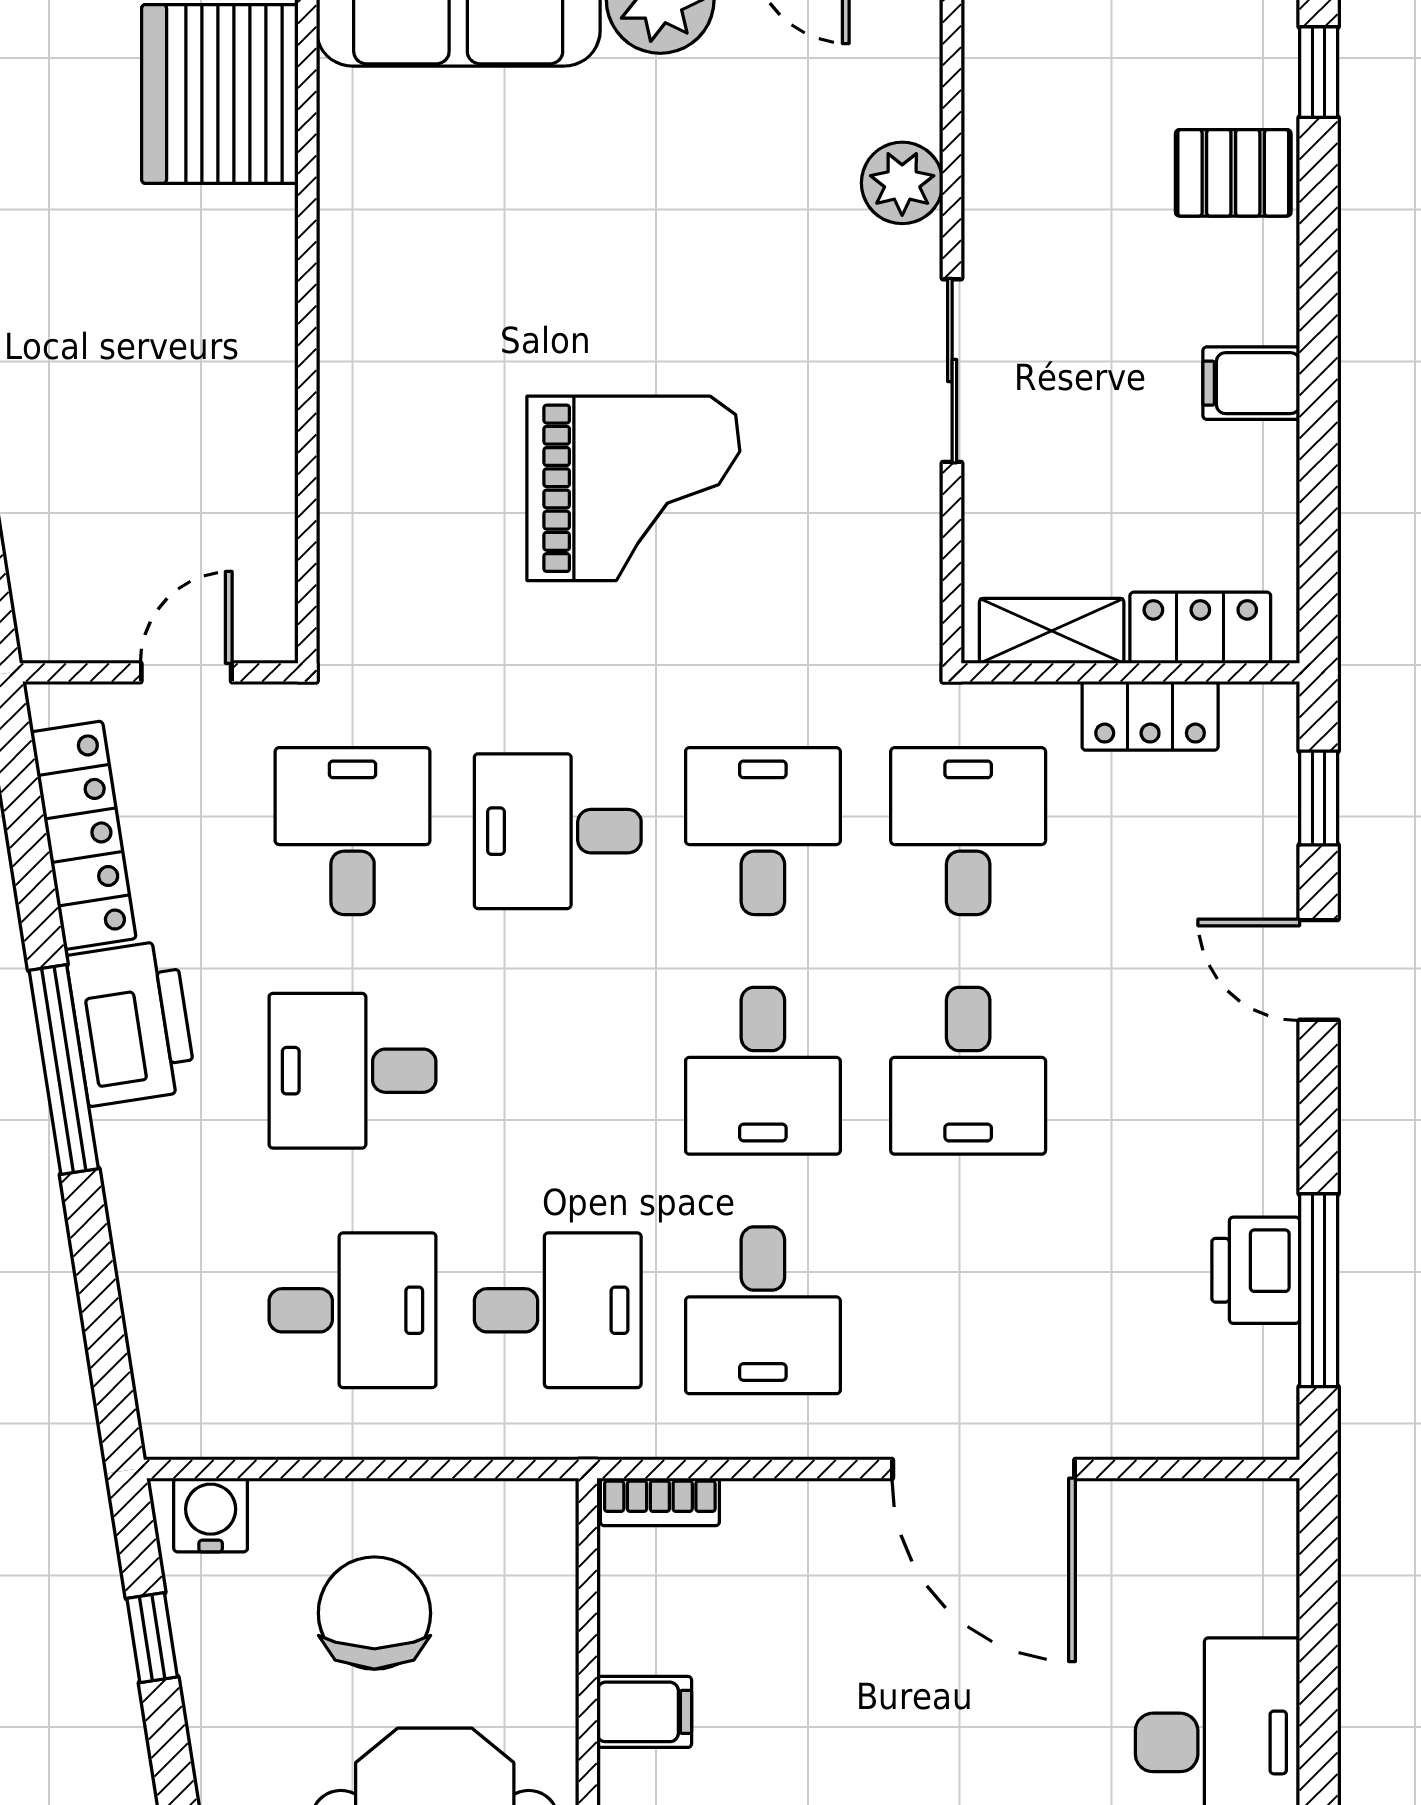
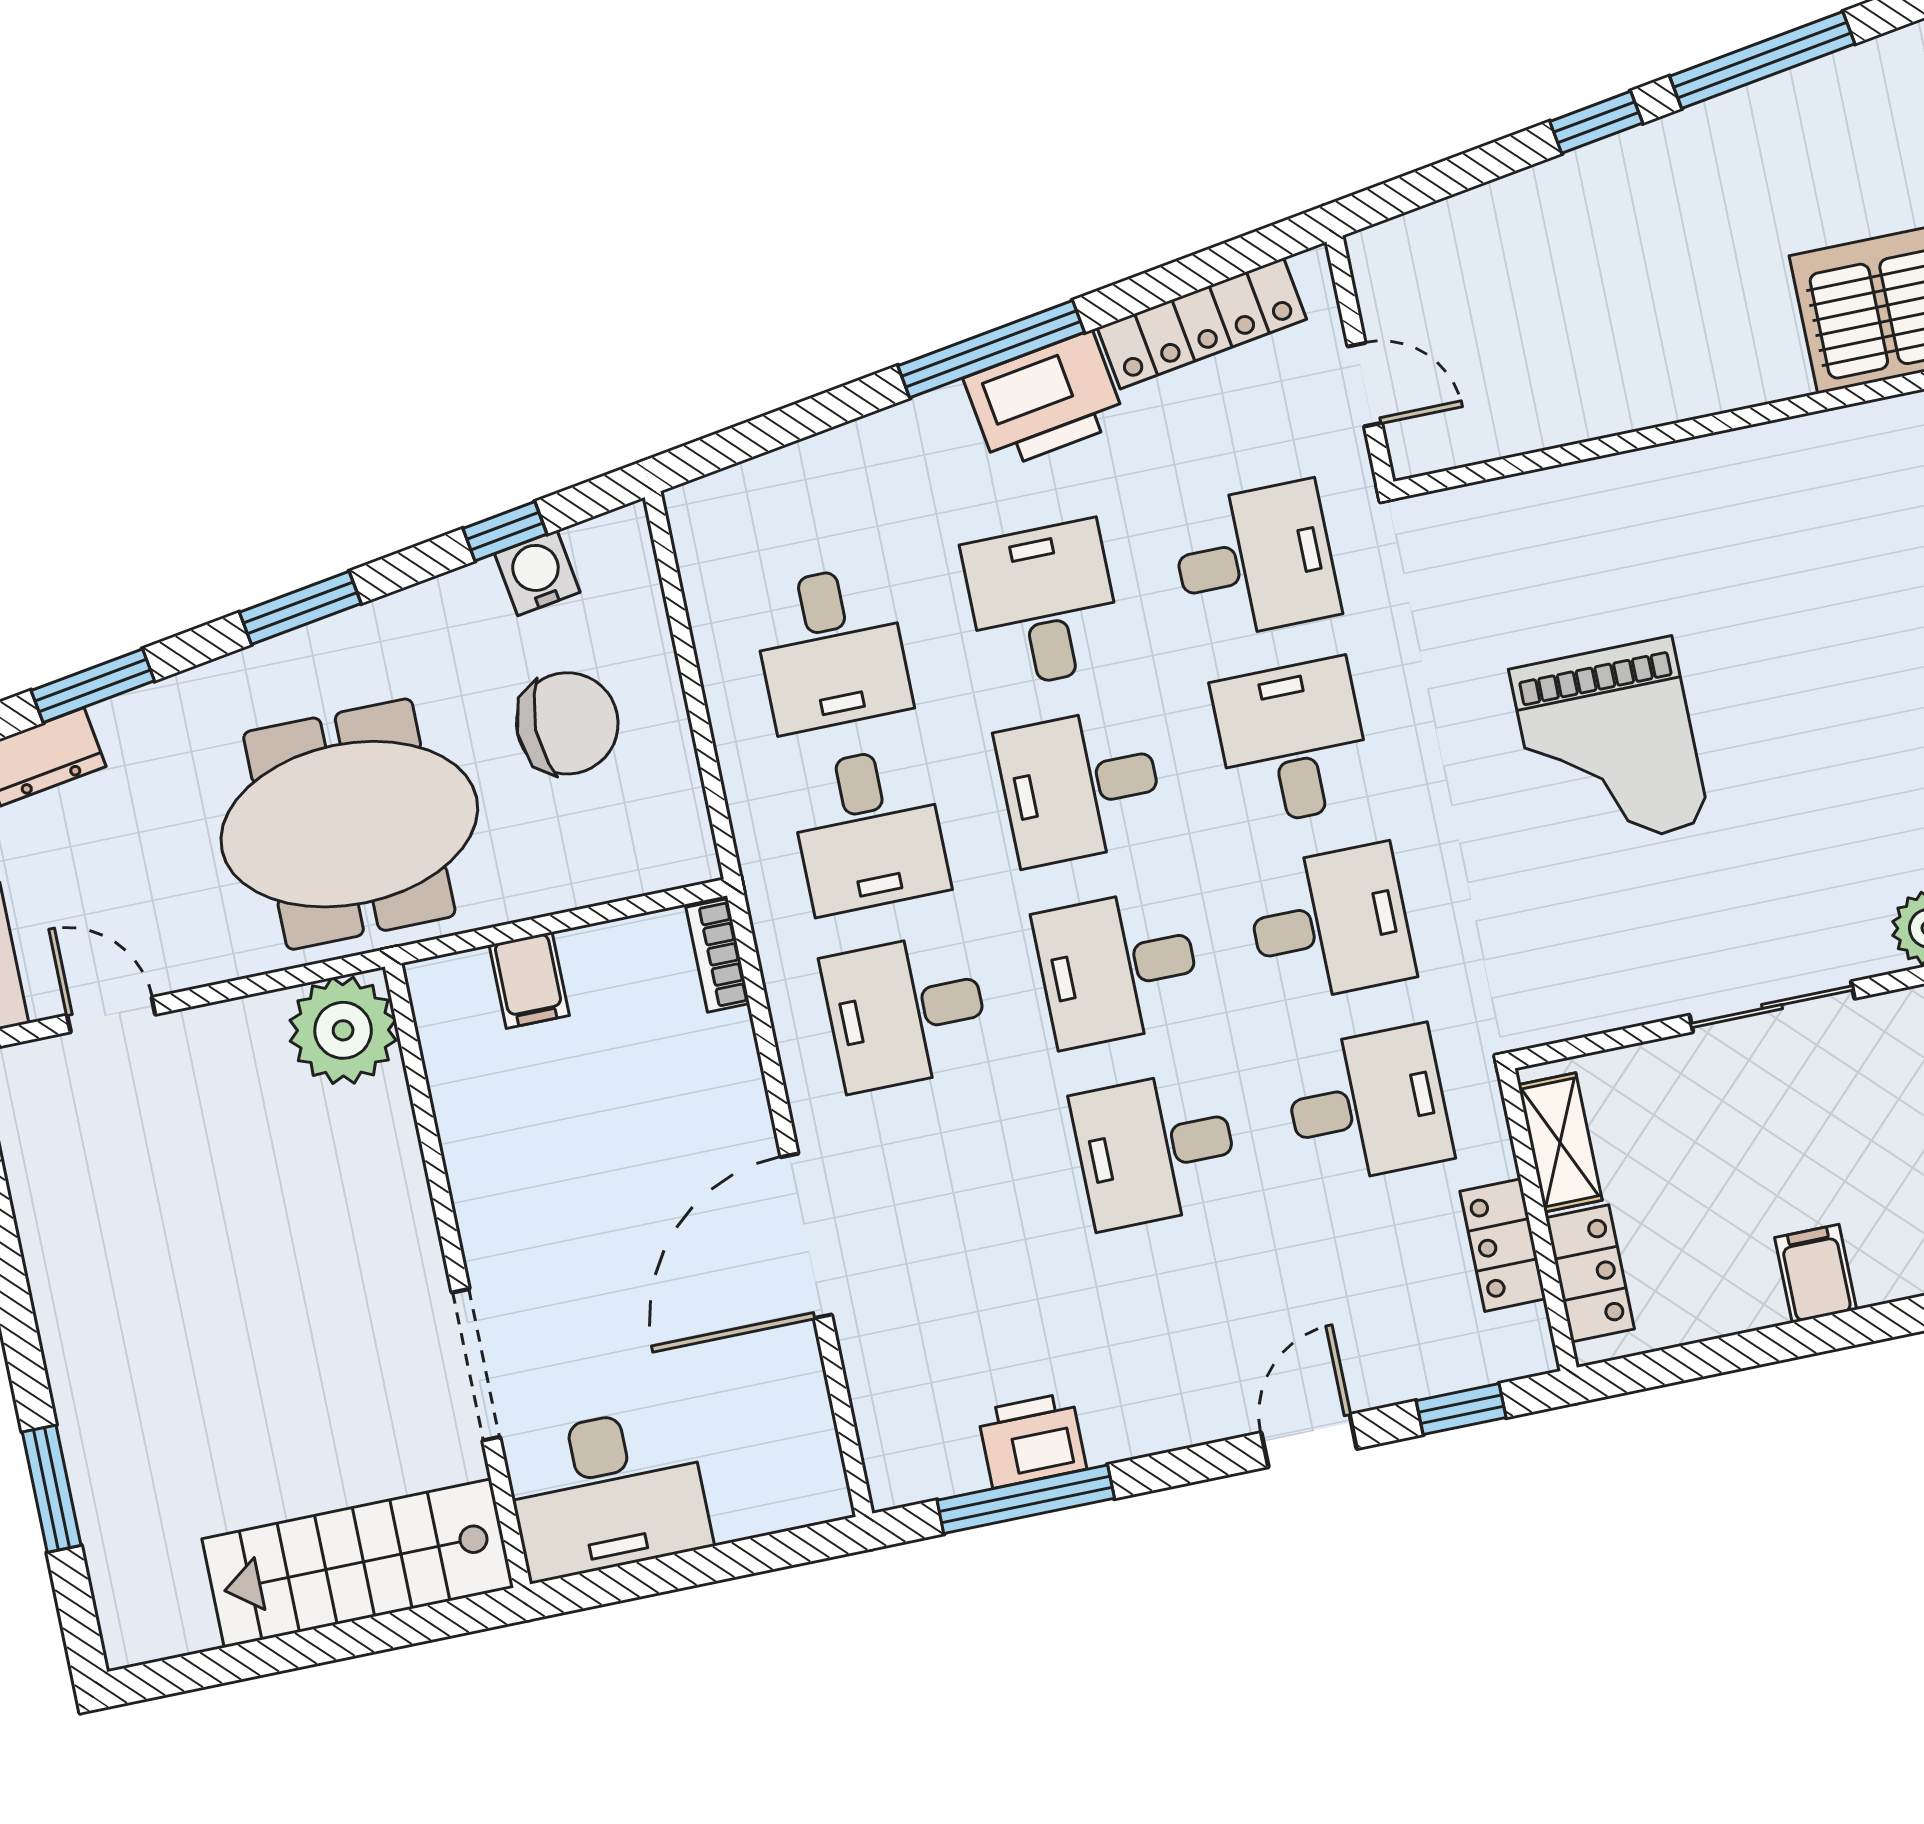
desk: (558, 1071) -> (1080, 786), added
water cooler: (211, 1515) -> (537, 573), moved, turned -99

